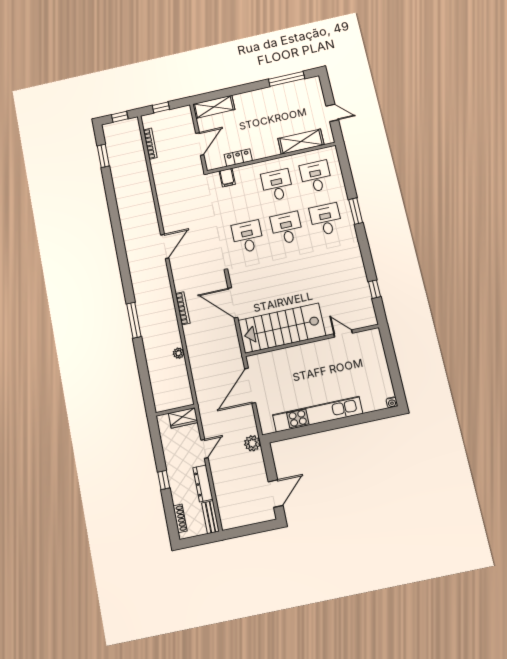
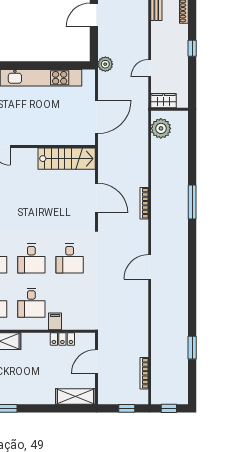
window: (103, 156) -> (192, 348), moved
filing cabinet: (227, 178) -> (55, 321), moved
stairs: (282, 328) -> (67, 159), width x0.73, depth x0.66
plant: (179, 353) -> (161, 128), moved, width x1.87, depth x1.87
dresser: (203, 483) -> (157, 38), removed

